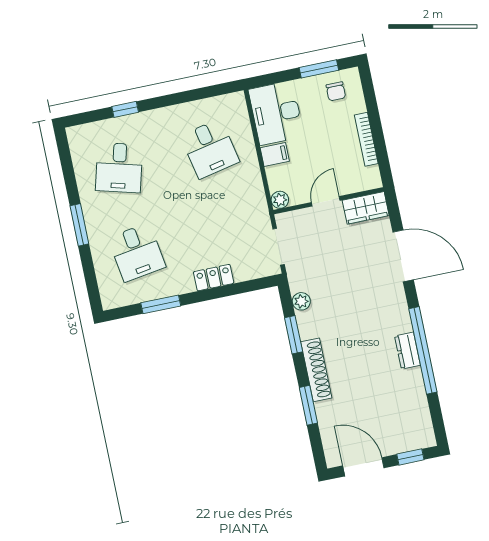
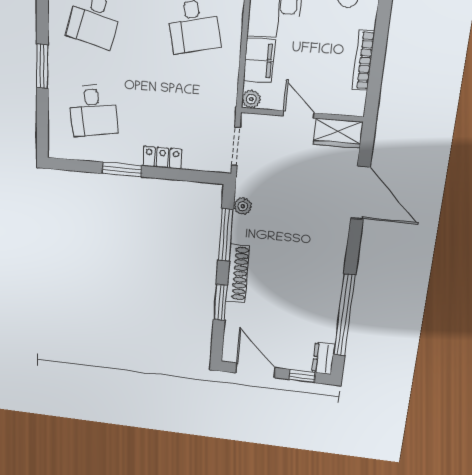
filing cabinet: (275, 155) -> (259, 60), width x2.00
door: (326, 201) -> (298, 114), hinge flipped
window: (161, 304) -> (122, 170), moved
window: (294, 335) -> (226, 235), width x1.44
window: (423, 350) -> (344, 315), moved
dresser: (407, 351) -> (323, 358), moved

